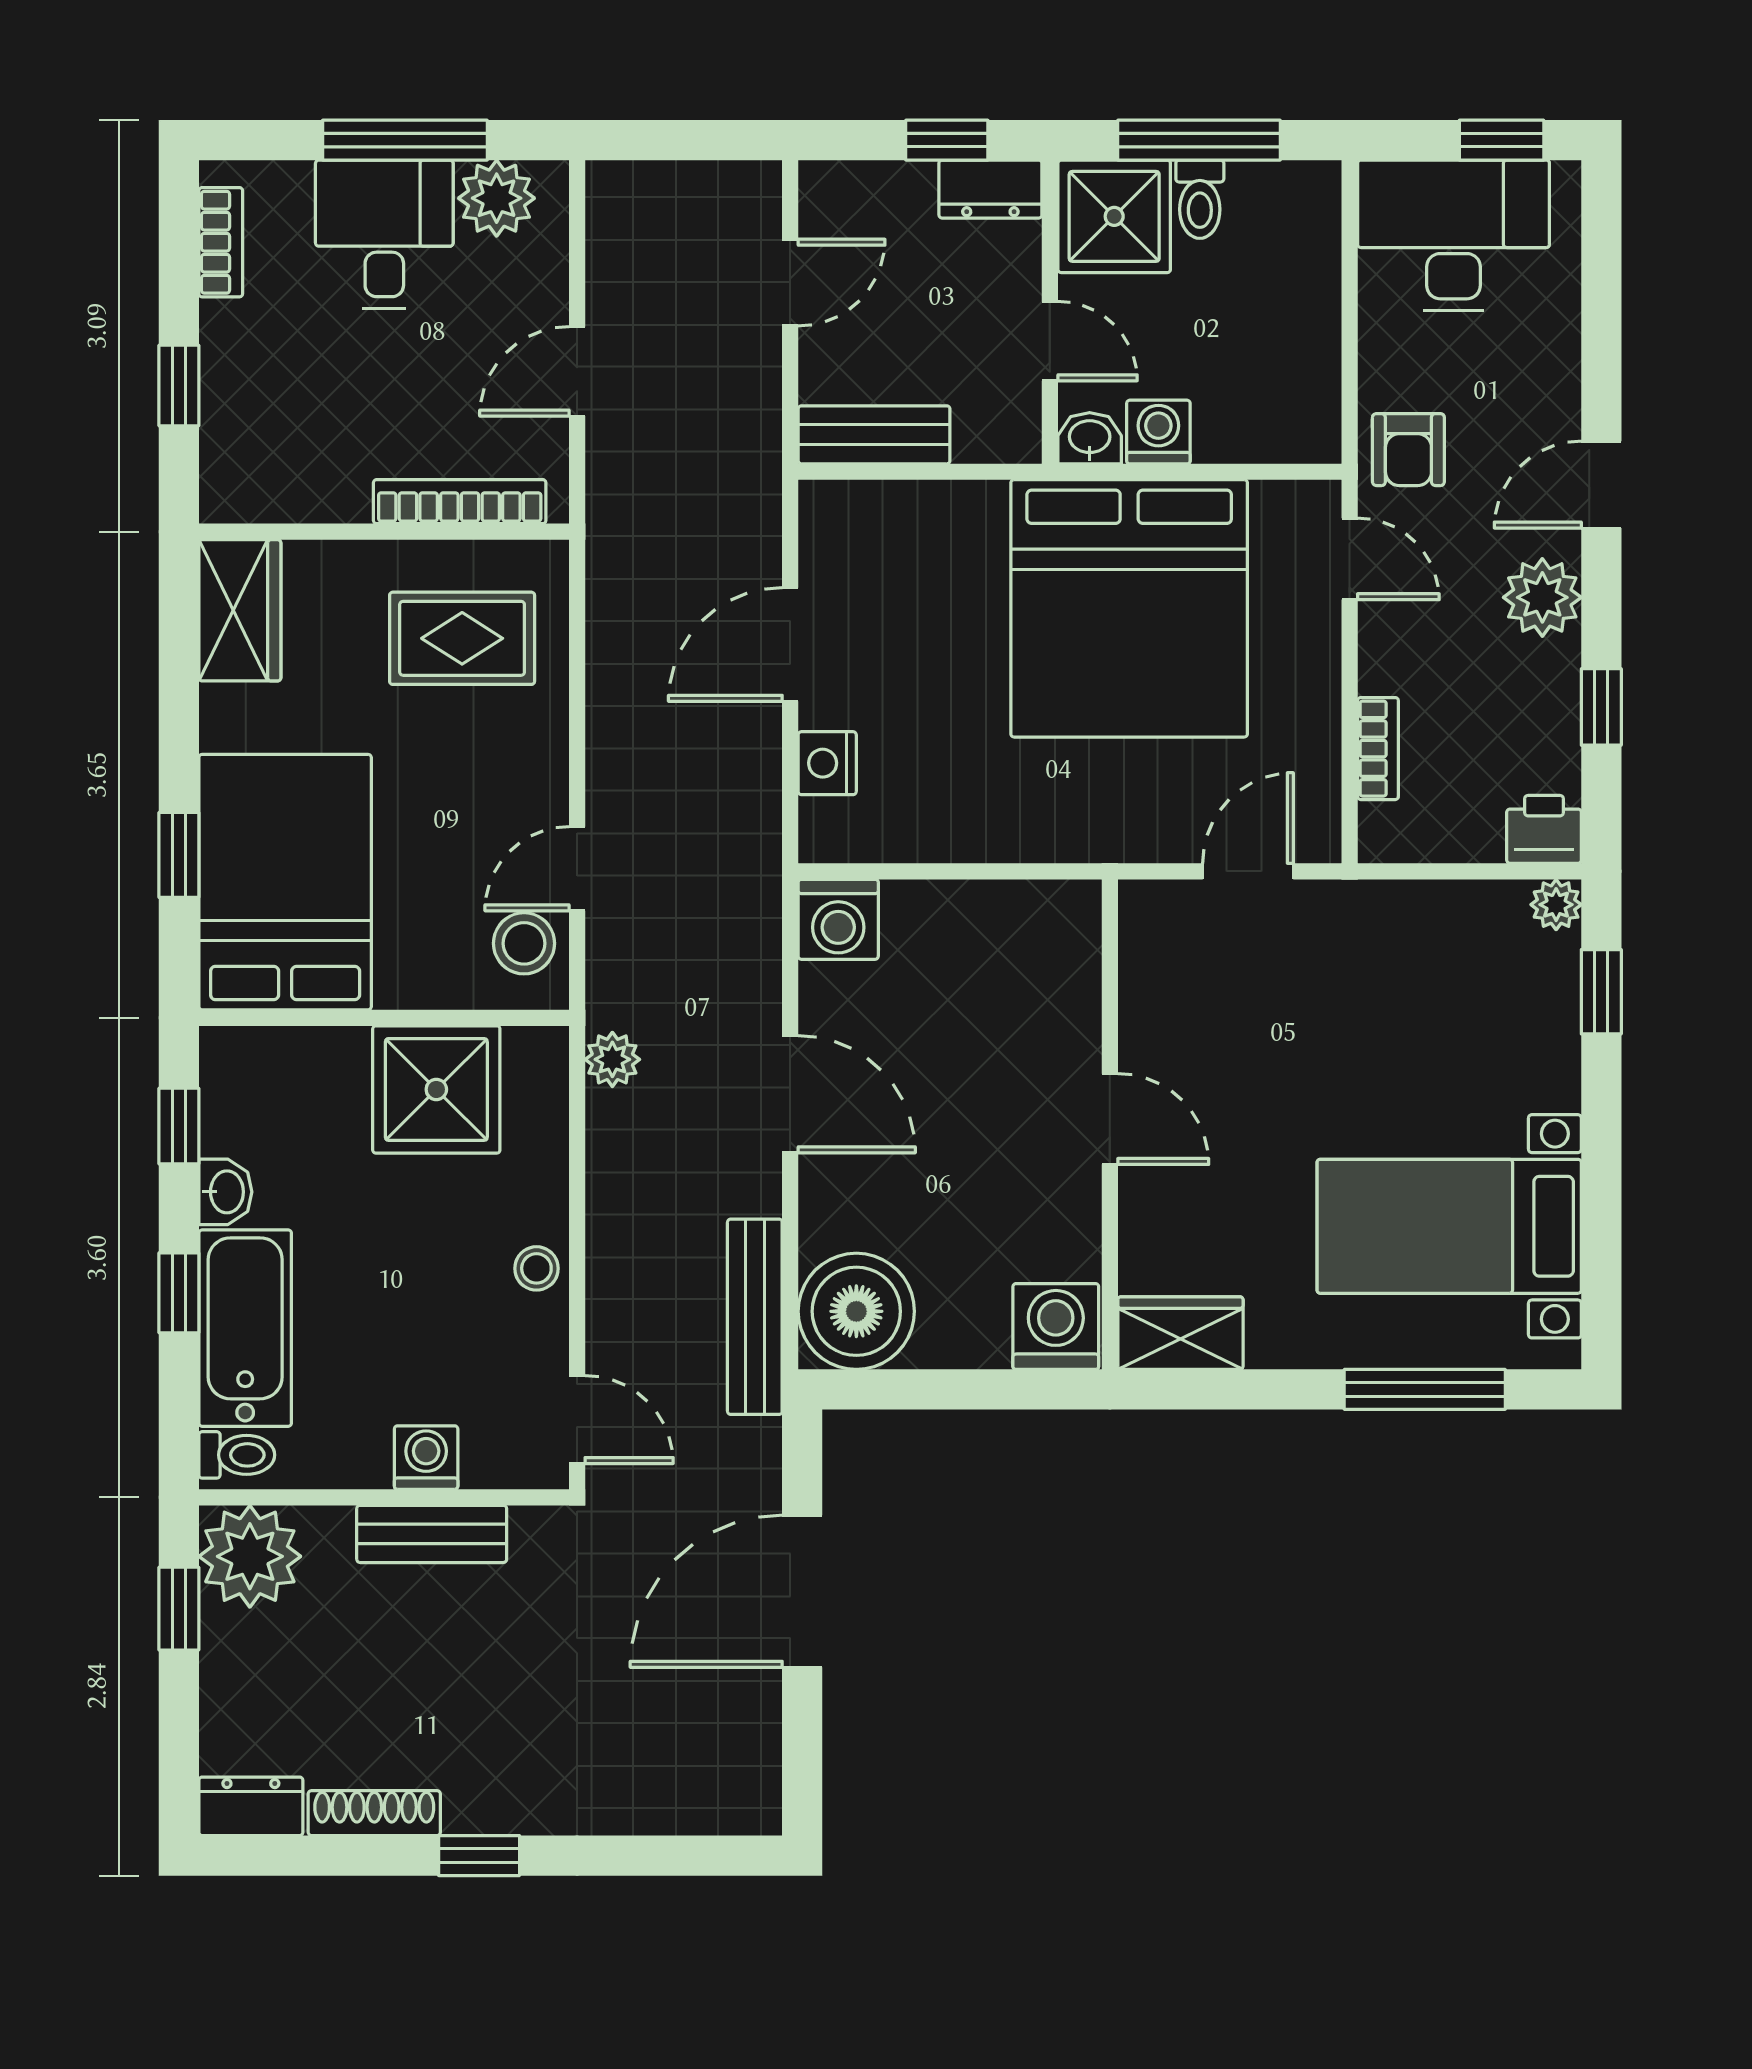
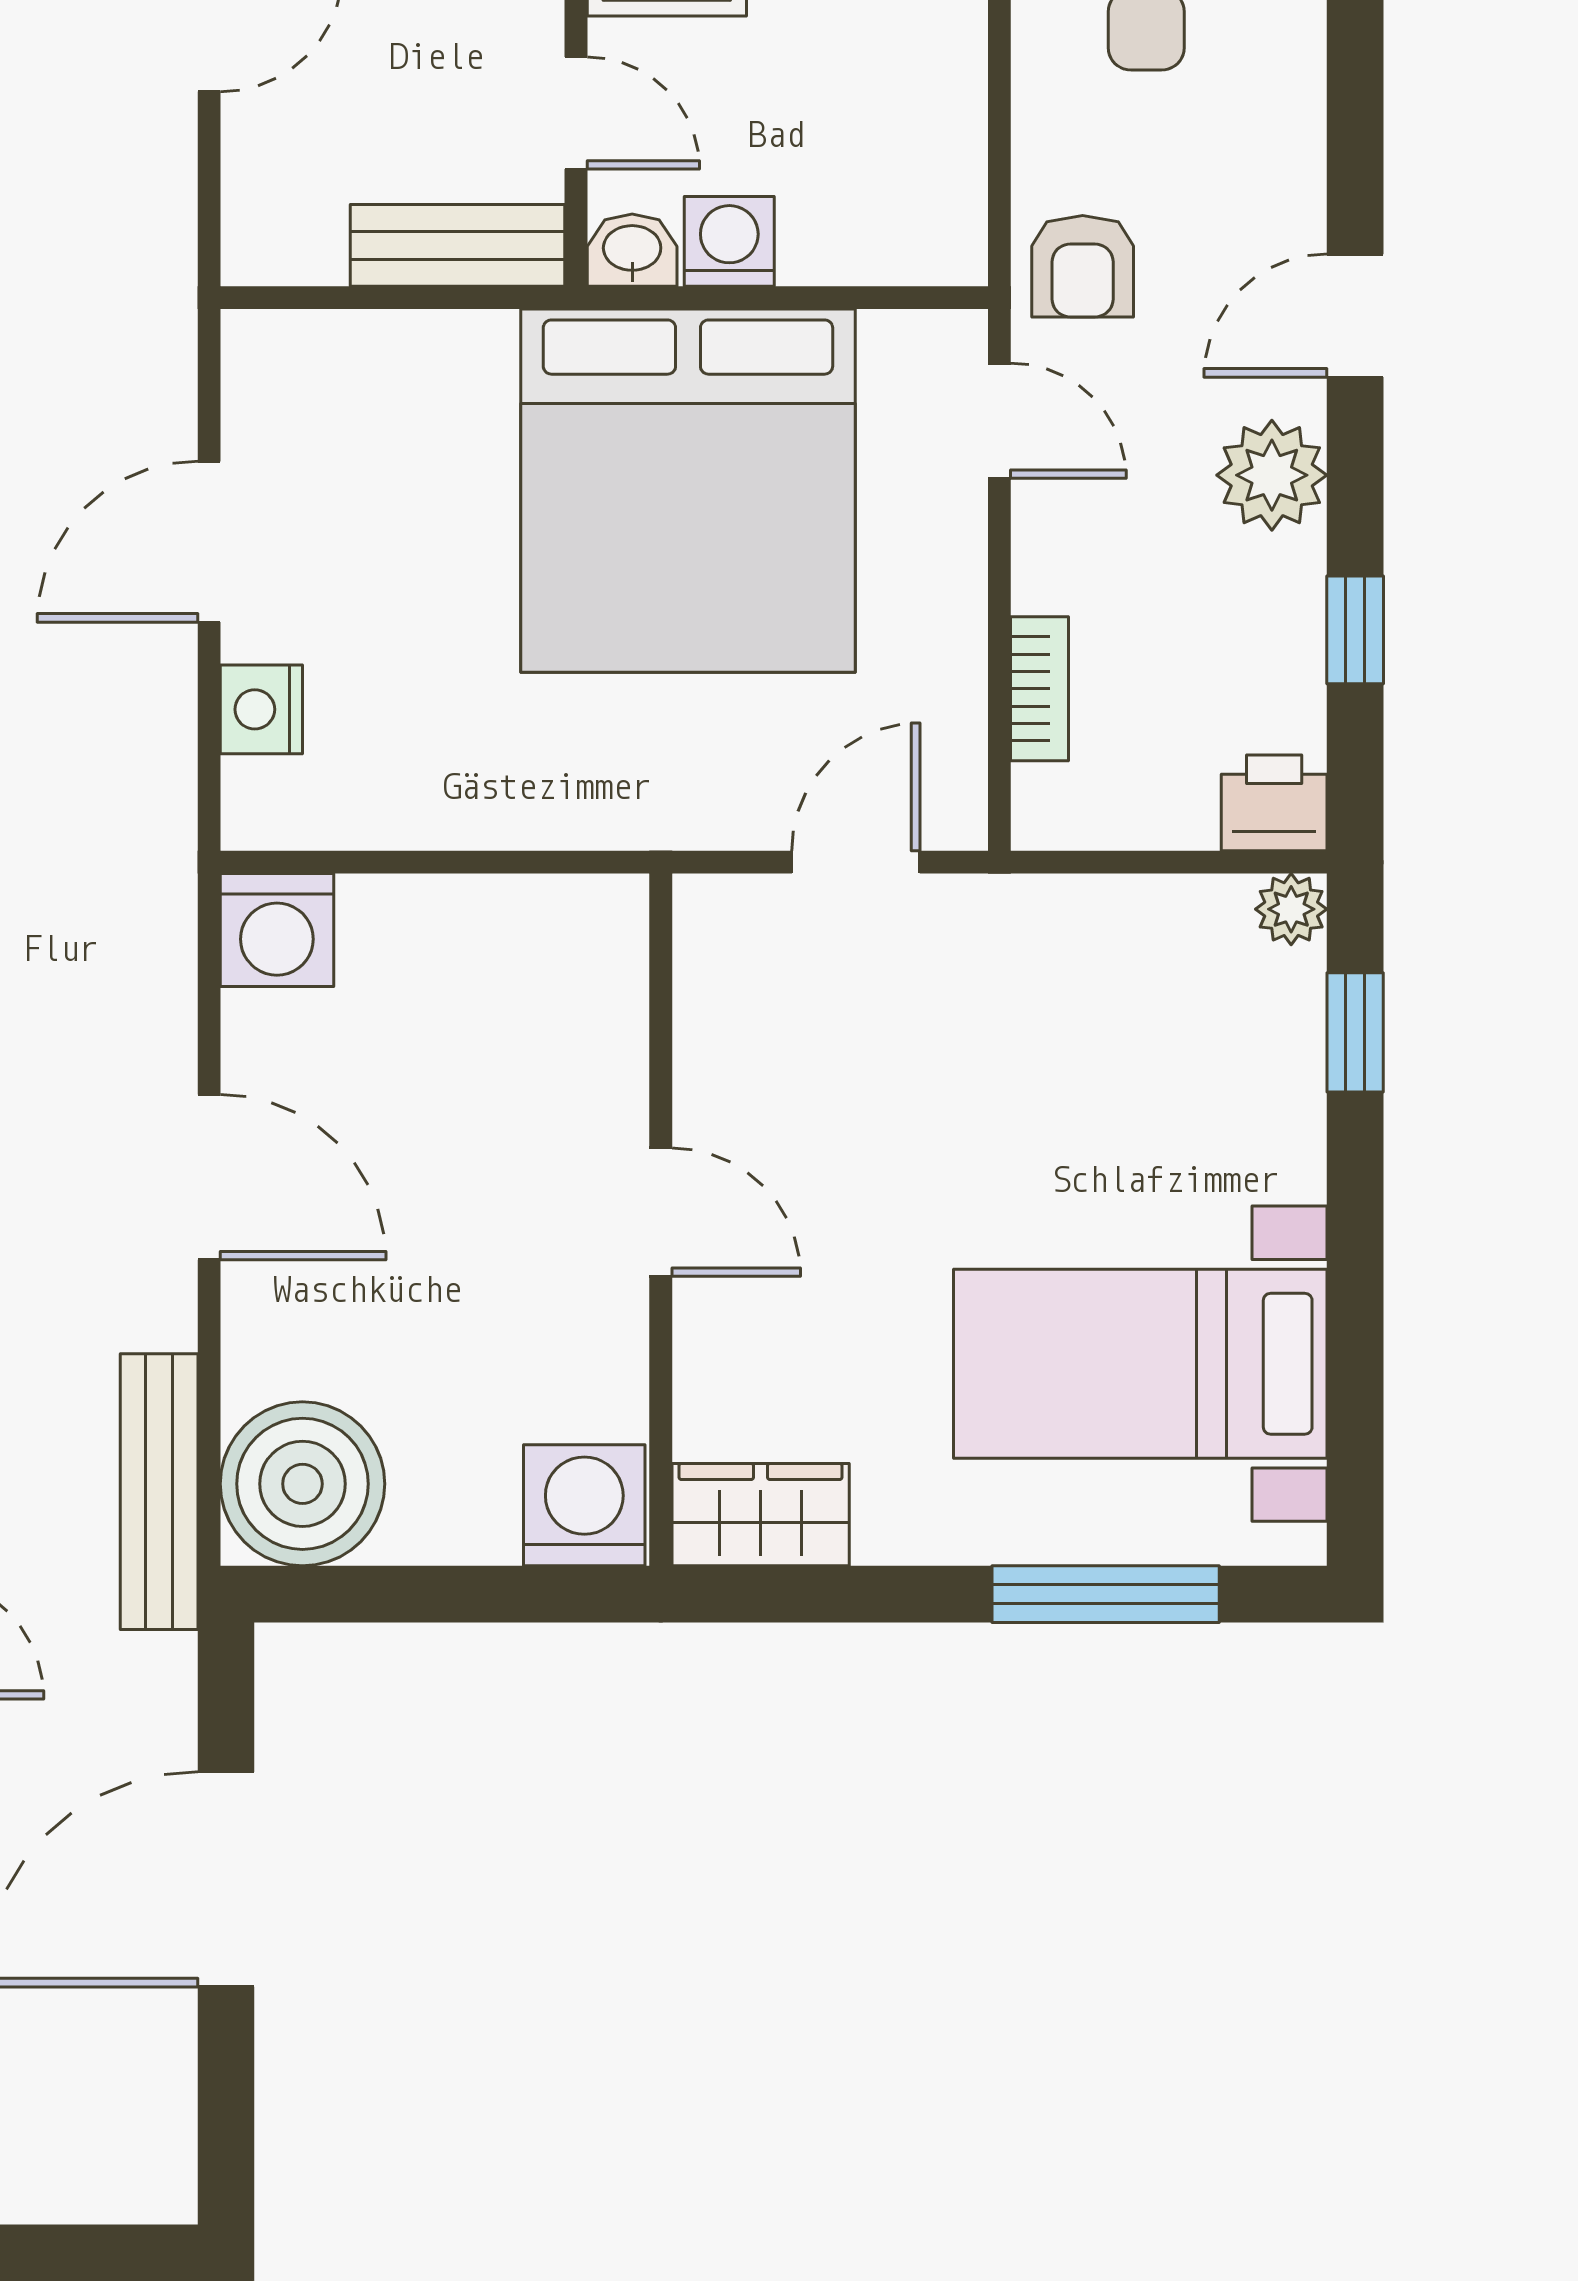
bench: (874, 435) -> (458, 245), moved

